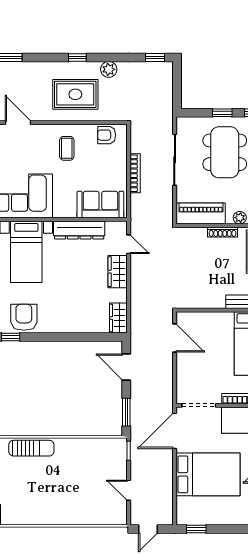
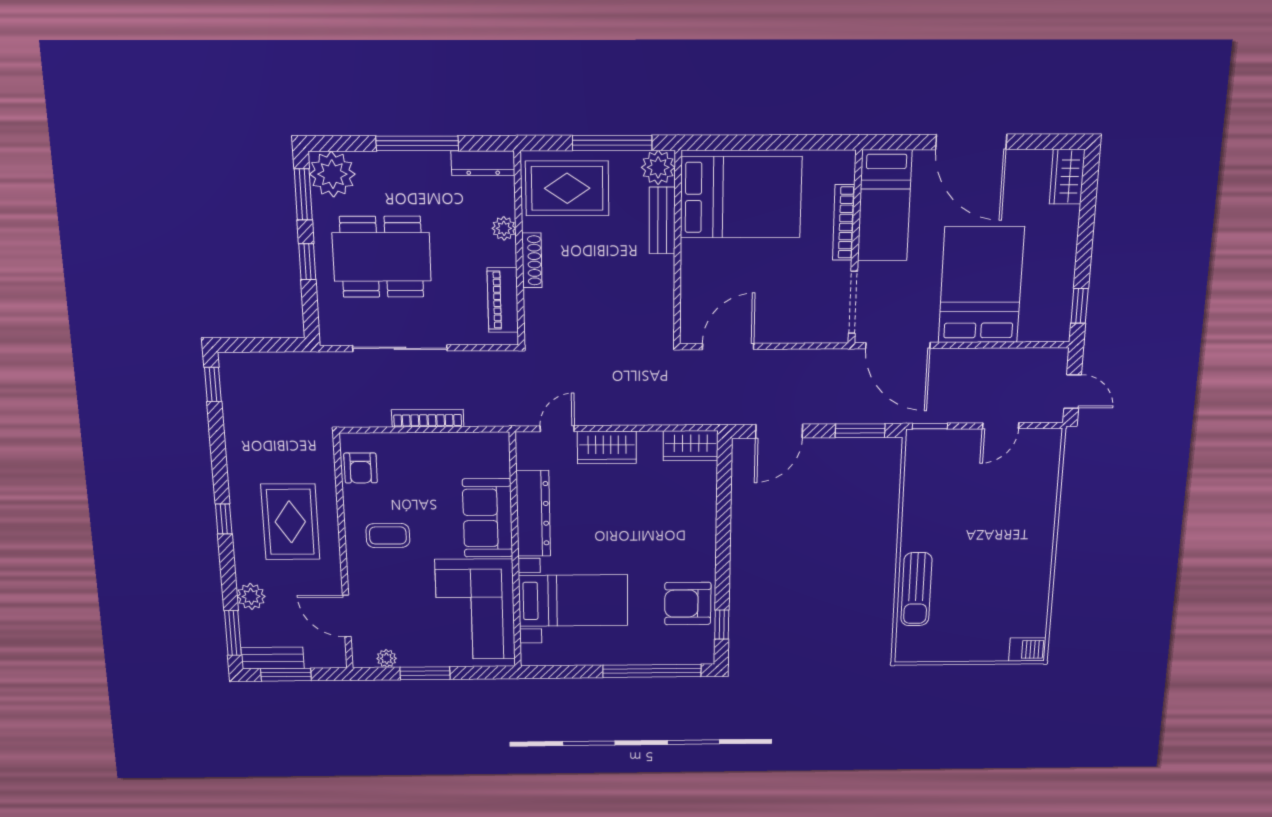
plant: (109, 69) -> (251, 596), moved
door: (18, 123) -> (347, 616), hinge flipped
sofa: (100, 204) -> (488, 518), moved
piano: (201, 214) -> (503, 300), width x0.73, depth x0.75
sun lounger: (31, 448) -> (916, 589), turned 180

